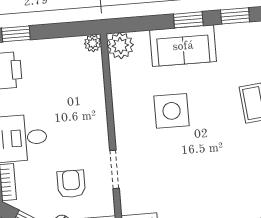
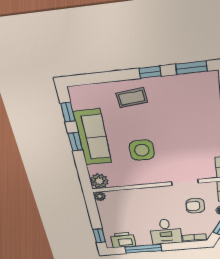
sofa: (183, 46) -> (93, 137), width x1.36

